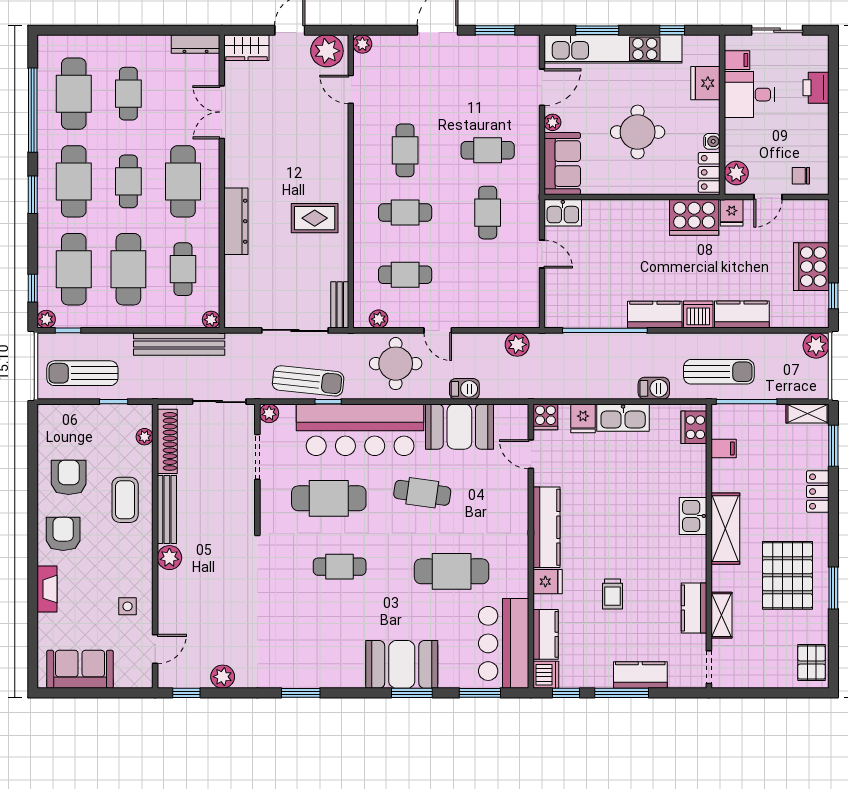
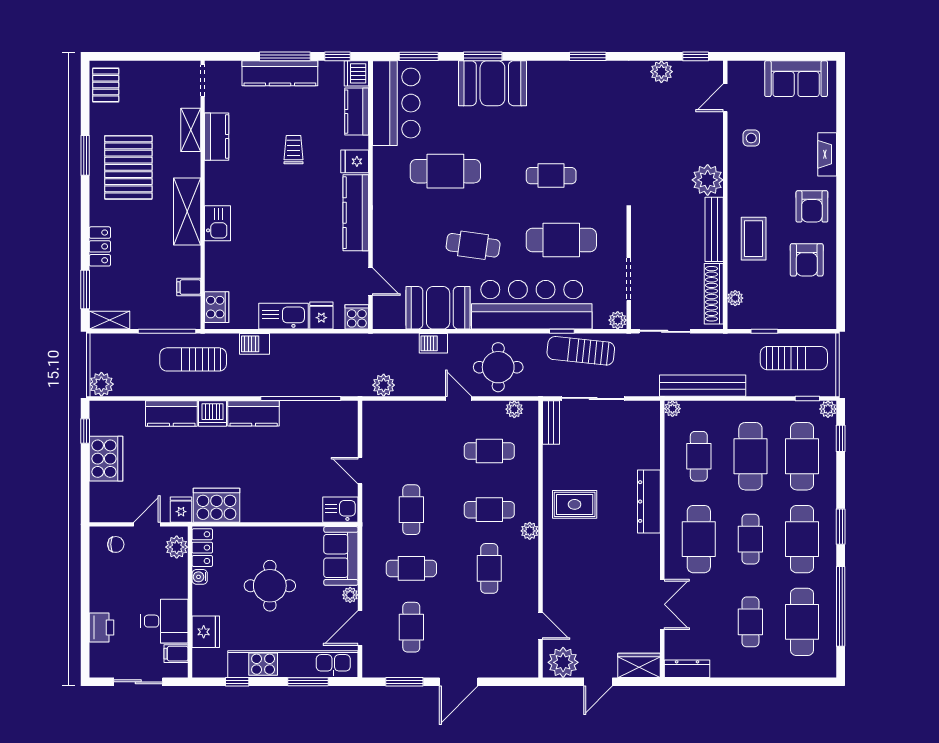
plant: (362, 44) -> (530, 531), moved
cafe table: (488, 88) -> (411, 627), added
plant: (169, 558) -> (708, 180), width x1.36, depth x1.36
kitchen counter: (640, 675) -> (280, 73), width x1.50

